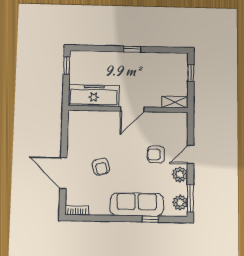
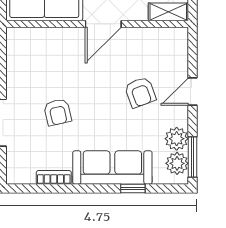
armchair: (156, 154) -> (140, 92), turned -110
plant: (180, 174) -> (177, 139), moved
bookcase: (77, 210) -> (54, 177), moved

